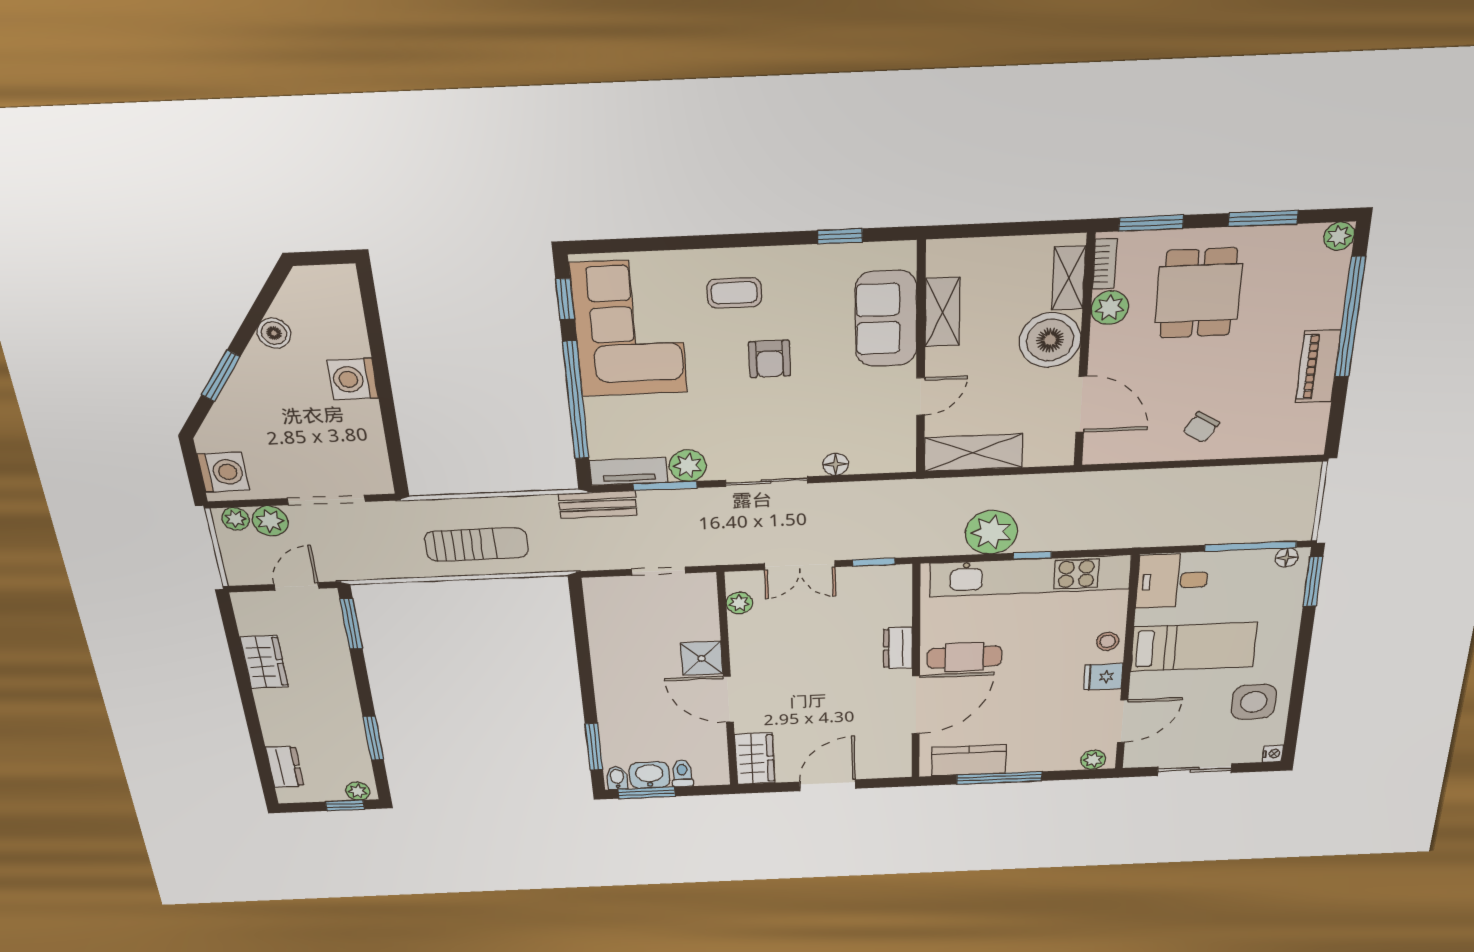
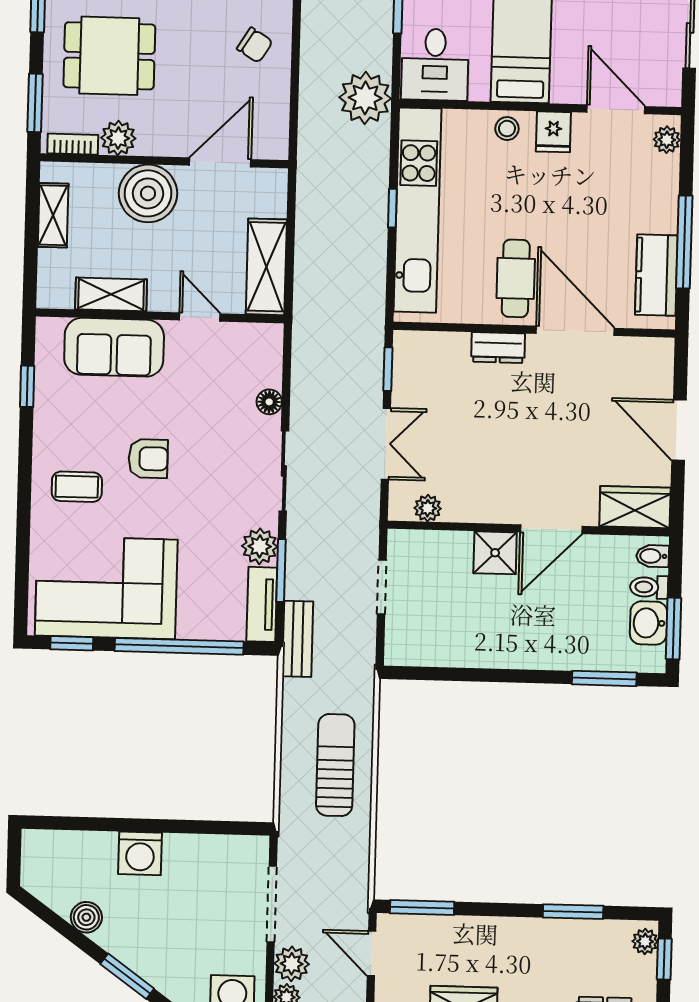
shelving: (1069, 278) -> (53, 215), moved, turned 90
coffee table: (734, 293) -> (77, 487), turned 90
plant: (991, 532) -> (365, 98), moved
bidet: (617, 778) -> (653, 556), moved

